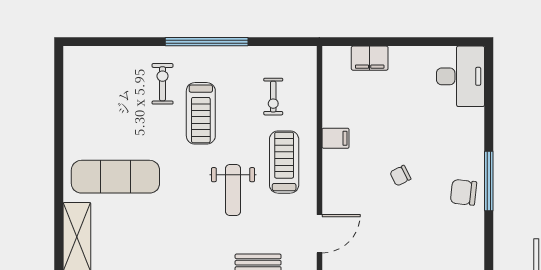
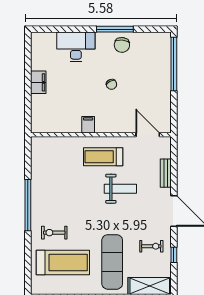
filing cabinet: (370, 58) -> (38, 82), moved
desk: (461, 76) -> (76, 47), moved
exercise bike: (273, 97) -> (151, 246), moved
treadmill: (201, 113) -> (63, 263), moved, width x1.37, depth x1.38

